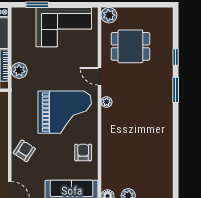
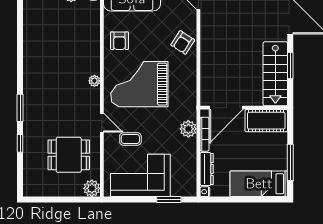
coffee table: (73, 61) -> (130, 139), added
plant: (107, 102) -> (94, 81), moved

